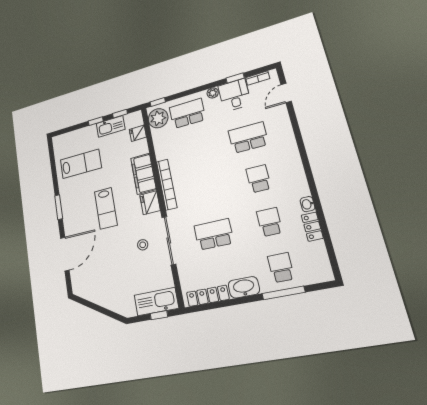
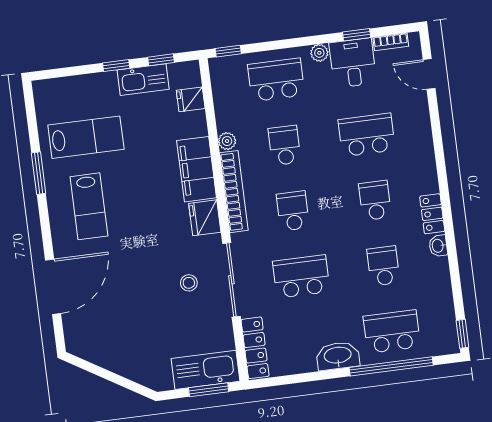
door: (286, 93) -> (429, 74), hinge flipped
plant: (158, 118) -> (227, 141), moved, width x0.53, depth x0.53
school desk: (196, 152) -> (285, 145), added
school desk: (205, 192) -> (293, 211), added
window: (59, 207) -> (39, 173), moved
lab bench: (106, 208) -> (89, 206), moved
locker: (312, 227) -> (432, 214), moved
window: (335, 266) -> (462, 334), added
school desk: (281, 268) -> (392, 332), width x1.85
window: (283, 293) -> (391, 366), width x1.46
locker: (208, 296) -> (255, 348), moved, turned 90
window: (159, 315) -> (209, 390), width x1.50

